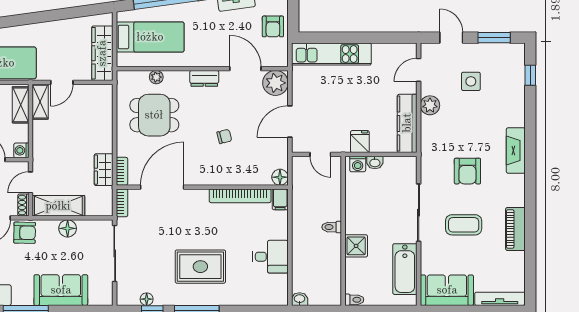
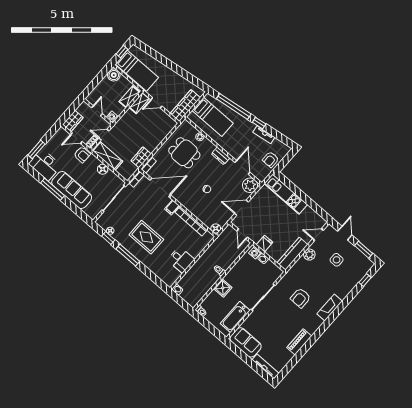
filing cabinet: (280, 199) -> (172, 207), moved
coffee table: (464, 225) -> (278, 320), removed
sofa: (61, 290) -> (72, 190), width x1.36

